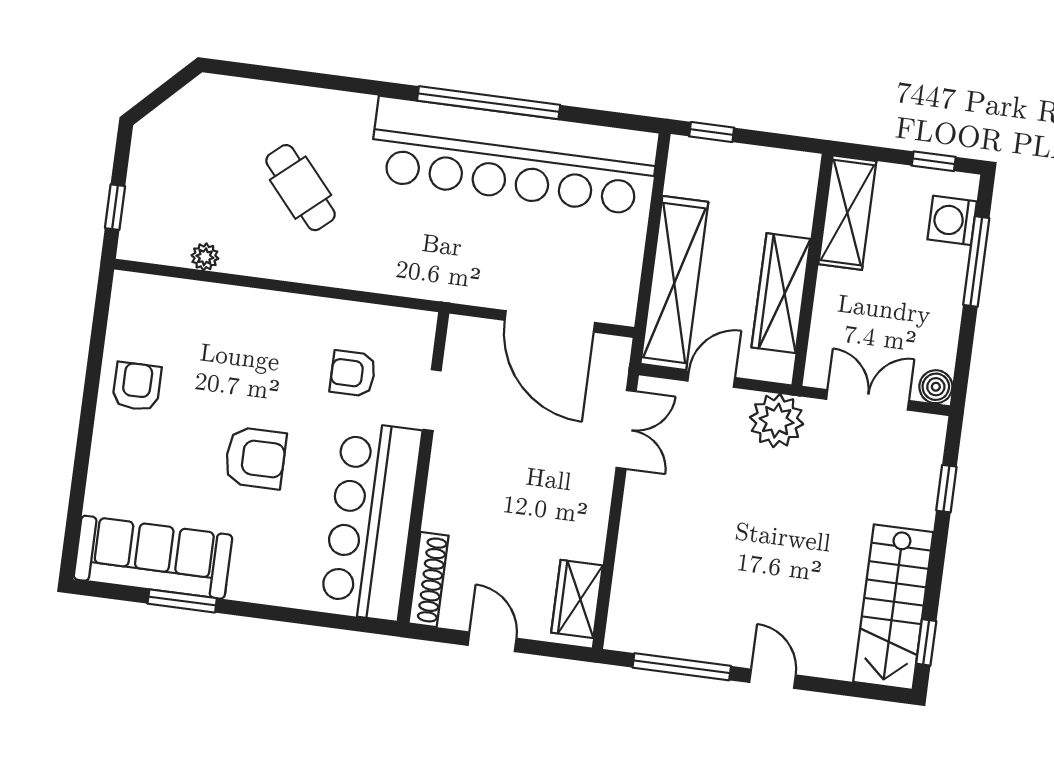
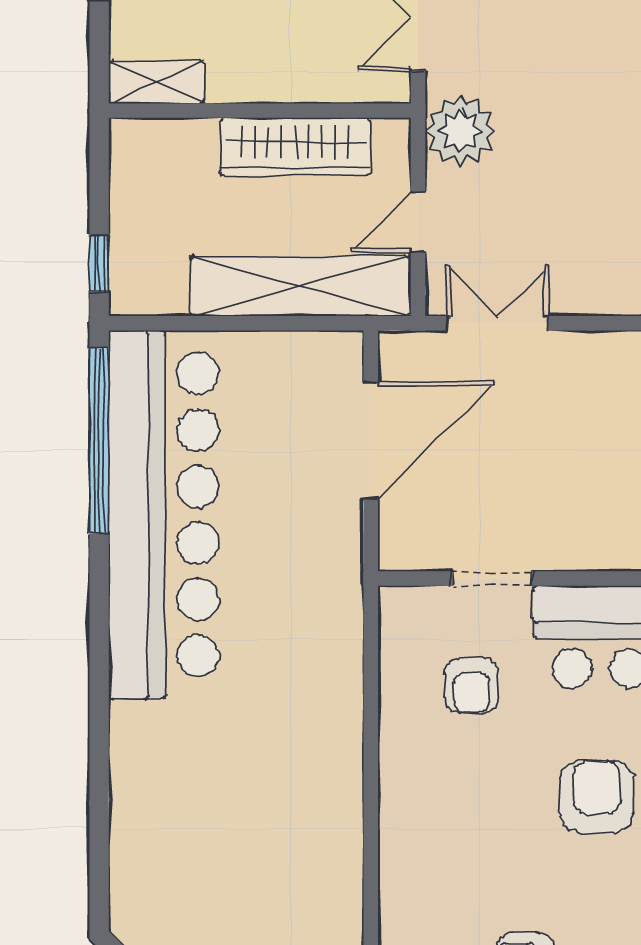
window: (489, 103) -> (99, 440), moved
cafe table: (301, 188) -> (241, 784), removed
shelving: (847, 213) -> (156, 82), width x0.67, depth x0.75
plant: (205, 257) -> (346, 896), removed
door: (711, 379) -> (418, 222), hinge flipped

